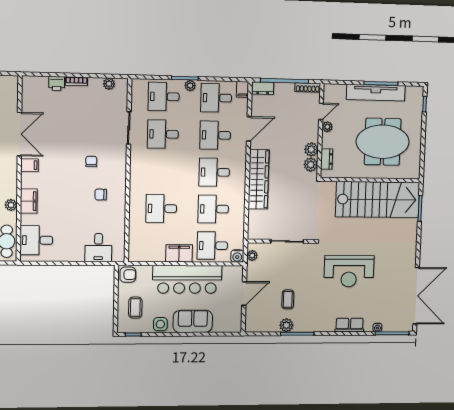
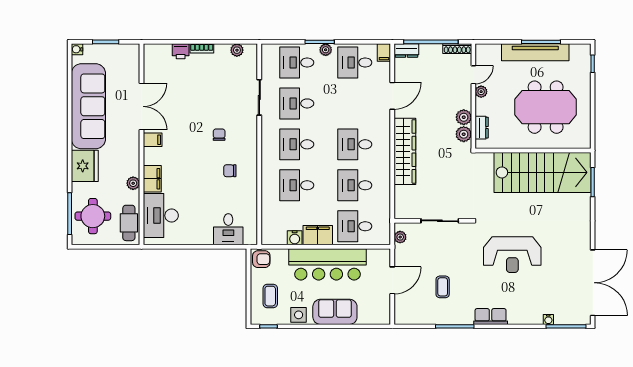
desk: (215, 135) -> (297, 144), moved
desk: (36, 240) -> (161, 216), width x1.37
water cooler: (237, 256) -> (295, 238), moved
plant: (286, 325) -> (442, 317), removed
row of seats: (349, 325) -> (491, 316), moved

